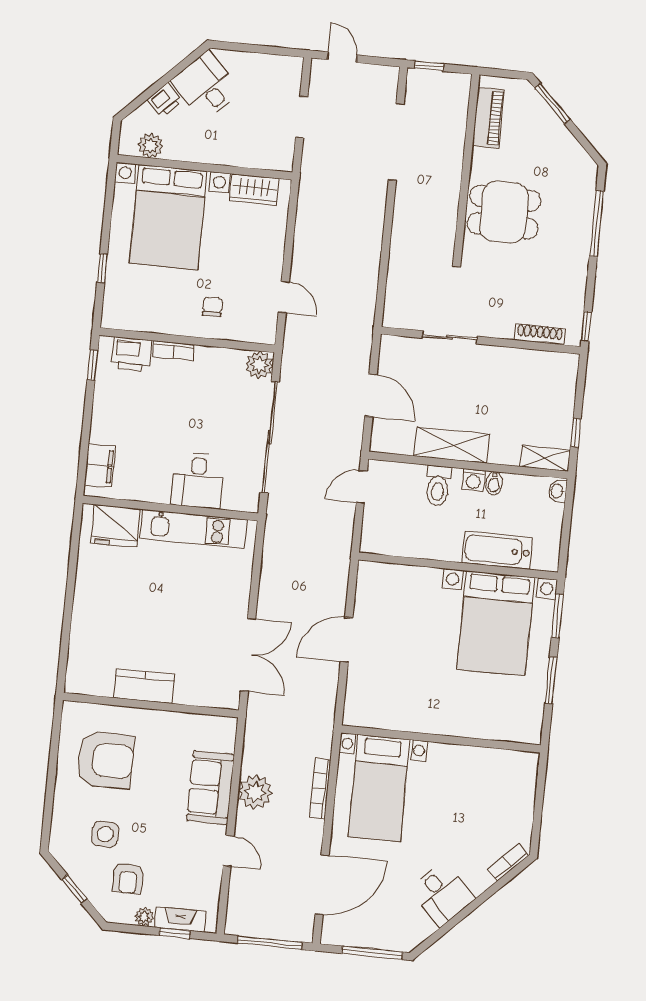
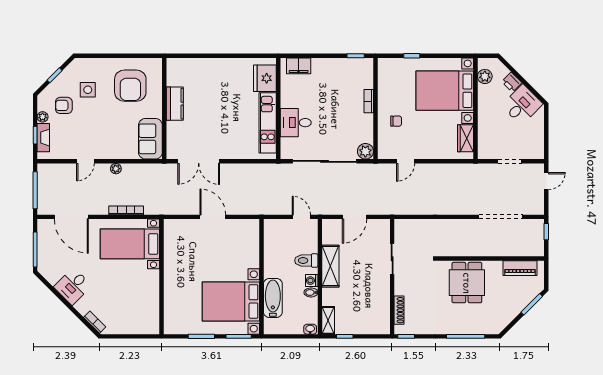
printer: (131, 354) -> (364, 77), removed
sofa: (210, 788) -> (150, 139), moved, turned -90
plant: (255, 792) -> (116, 169), width x0.53, depth x0.53

